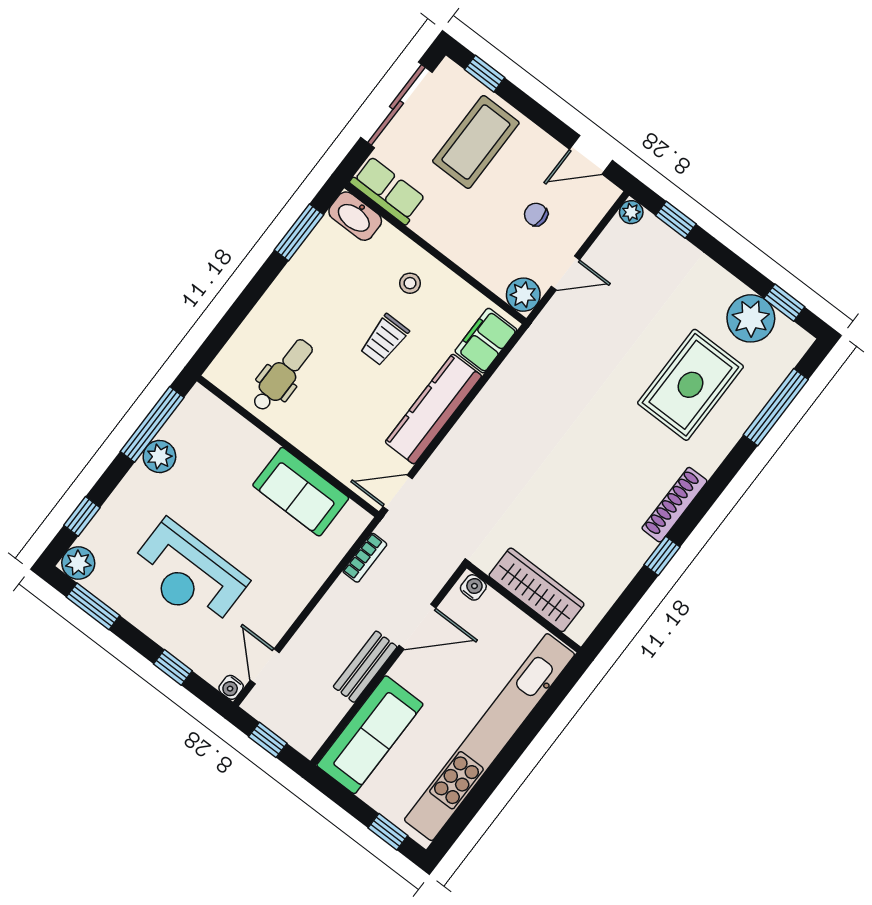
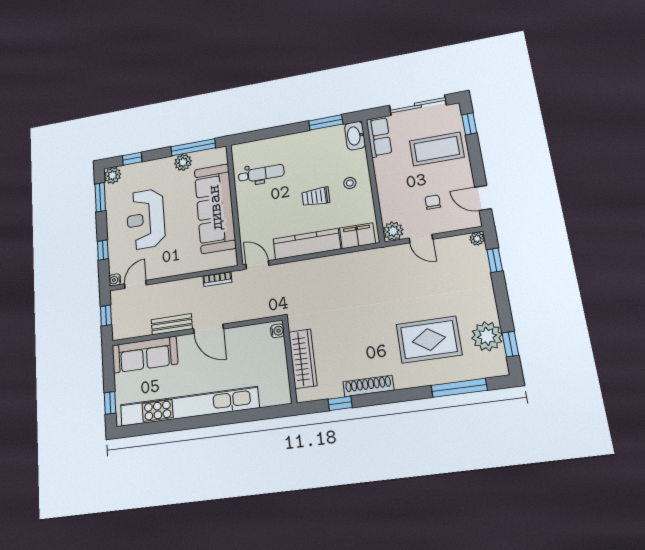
sofa: (301, 492) -> (215, 208), width x1.85, depth x1.27
water cooler: (473, 587) -> (277, 331), moved
wardrobe: (537, 590) -> (303, 359), moved
wall: (524, 608) -> (290, 361), moved

